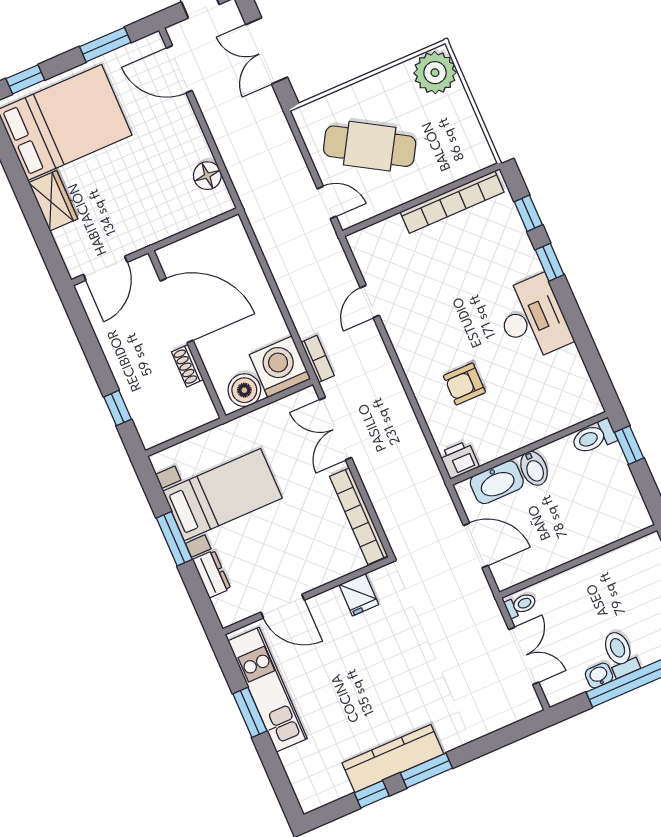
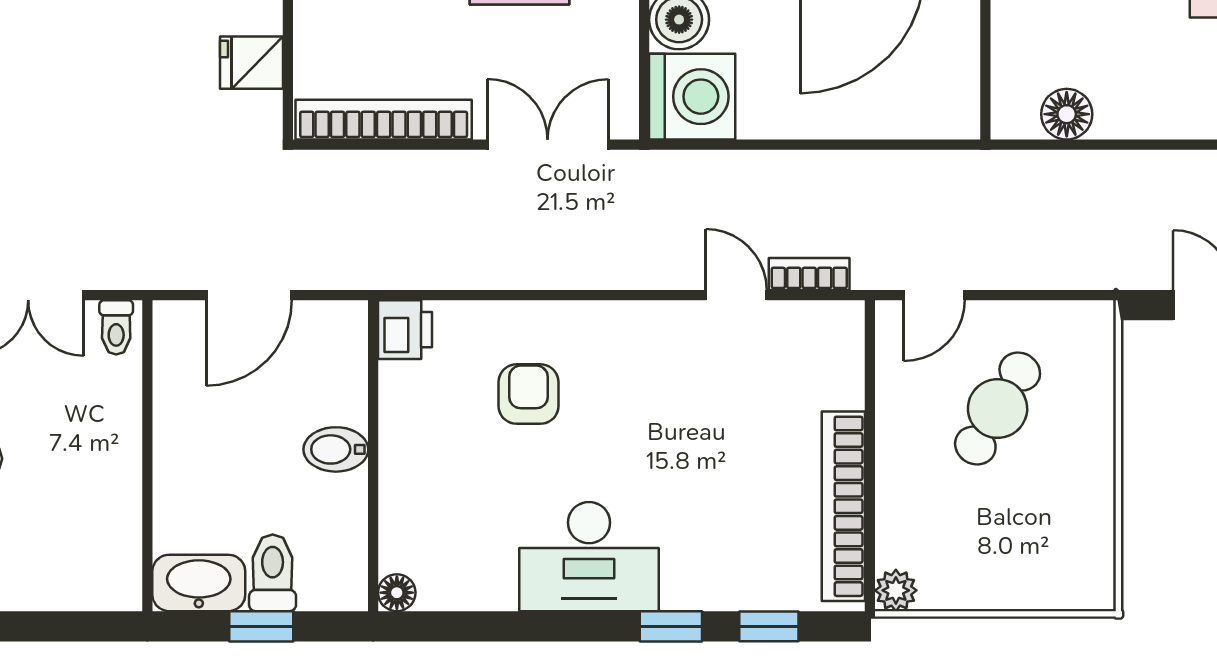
plant: (435, 73) -> (896, 590), moved, width x0.53, depth x0.53
cafe table: (370, 146) -> (998, 409), width x0.73, depth x0.74
bookcase: (318, 359) -> (809, 274), moved, turned 180
floor lamp: (592, 407) -> (397, 593), added
toilet: (594, 437) -> (273, 573), moved
window: (629, 445) -> (261, 626), moved
washbasin: (497, 482) -> (199, 583), moved, turned 90

